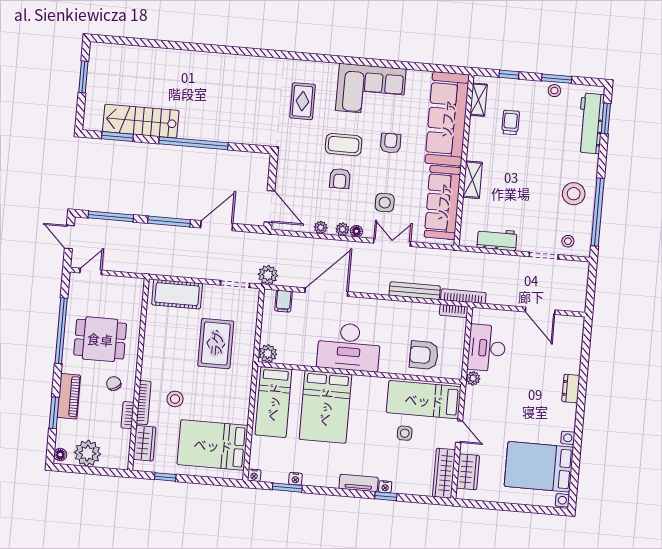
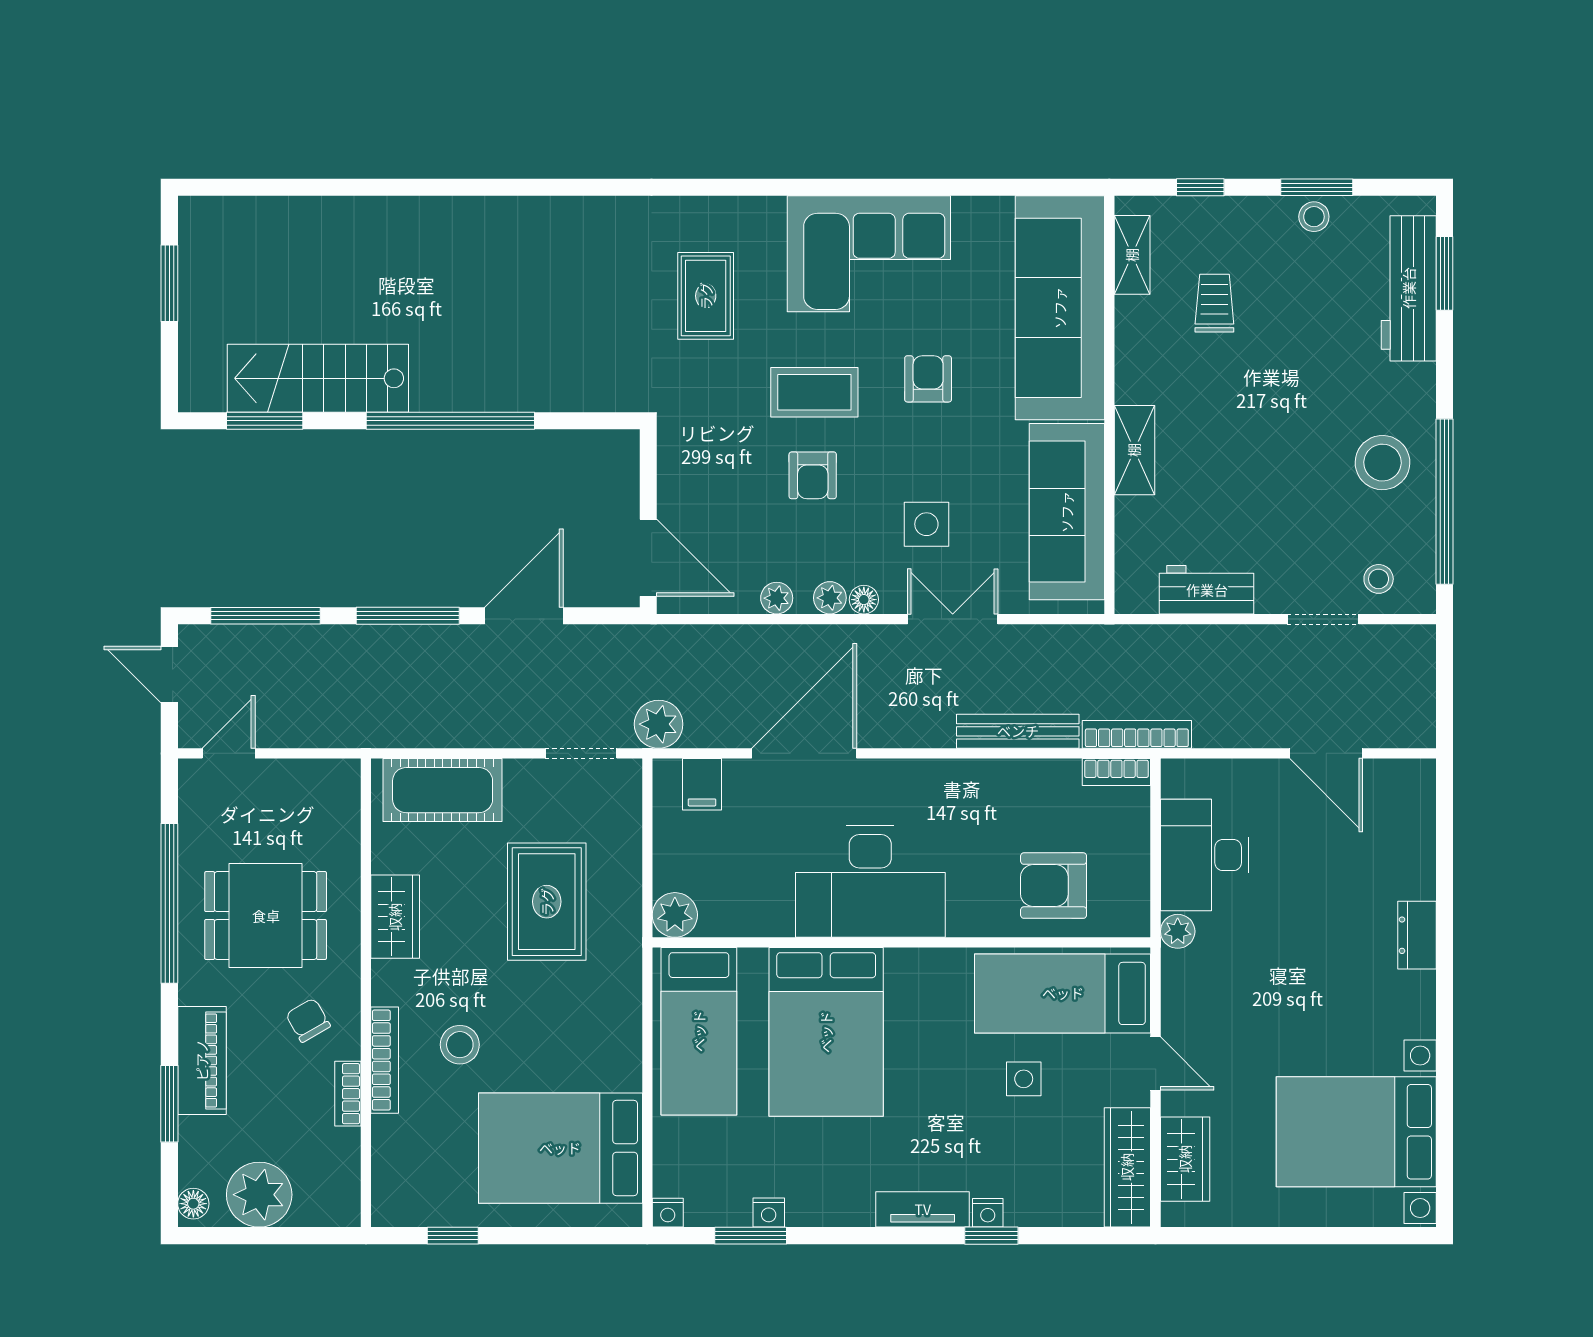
wardrobe: (144, 443) -> (395, 917), moved

